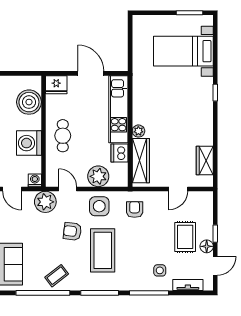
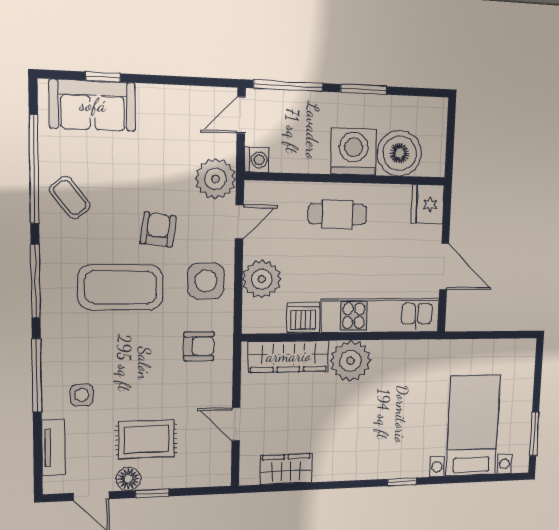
door: (91, 73) -> (444, 266), hinge flipped
plant: (138, 131) -> (350, 361), width x1.88, depth x1.88
washing machine: (29, 143) -> (354, 152), moved

